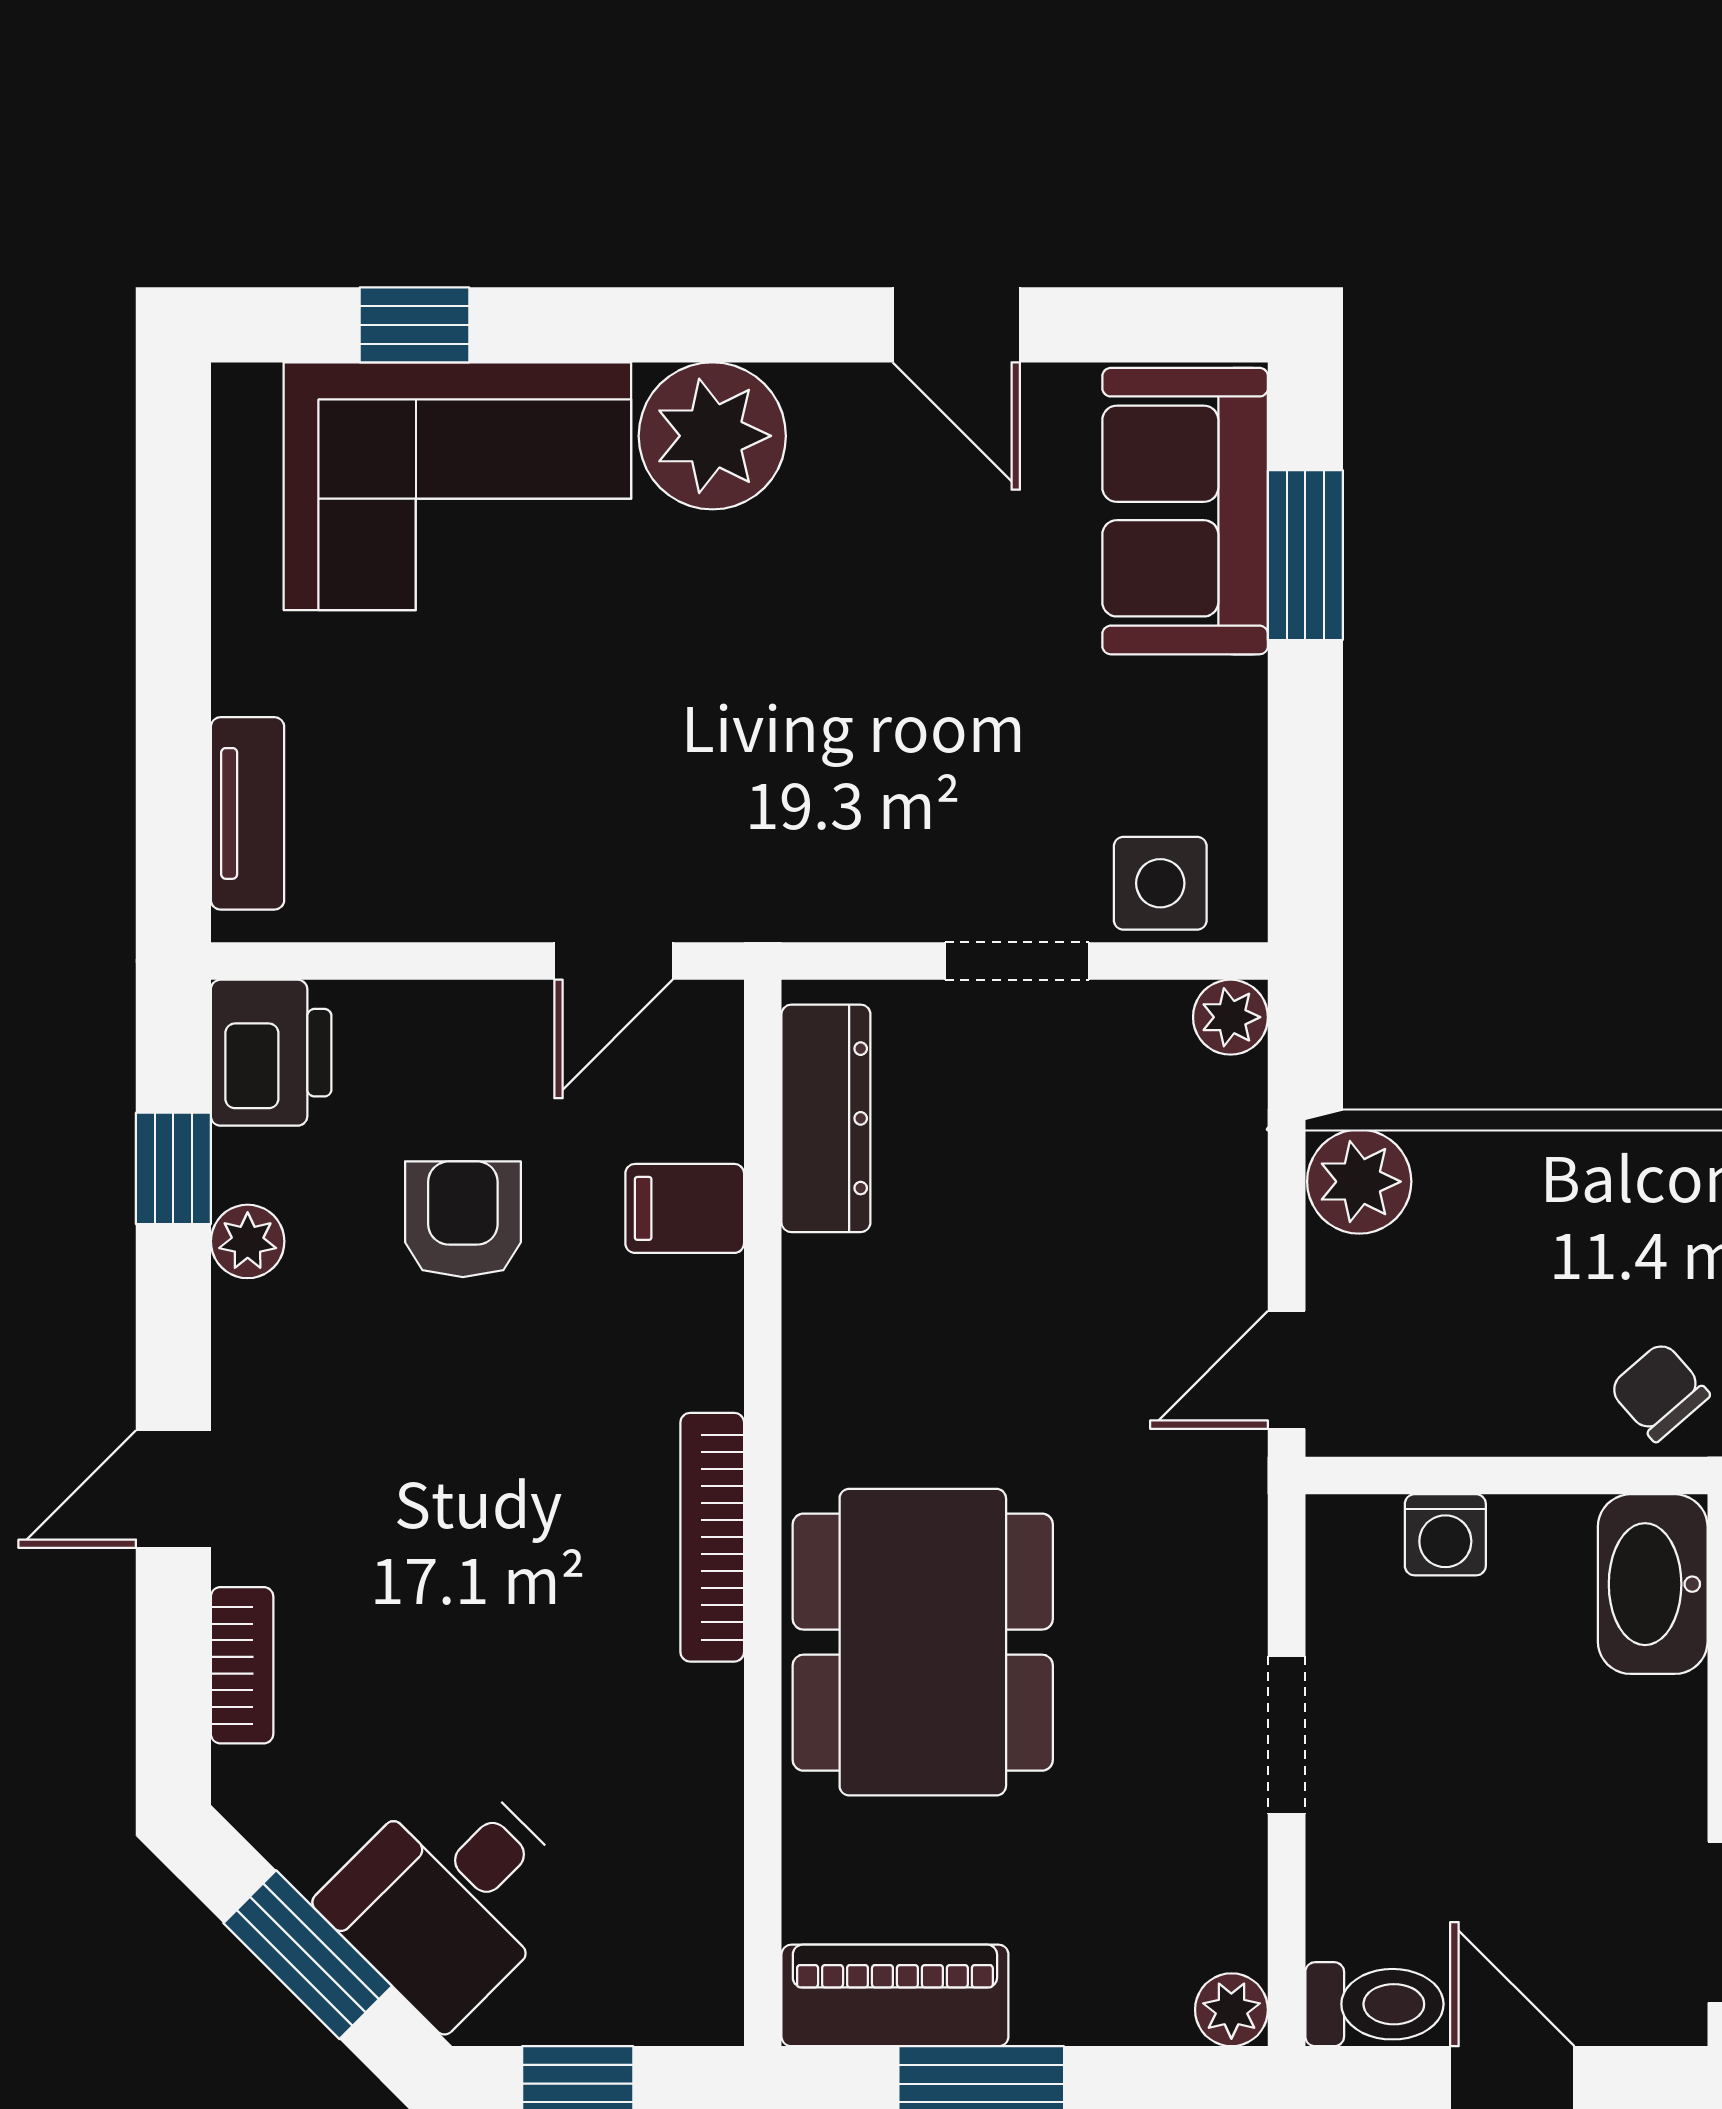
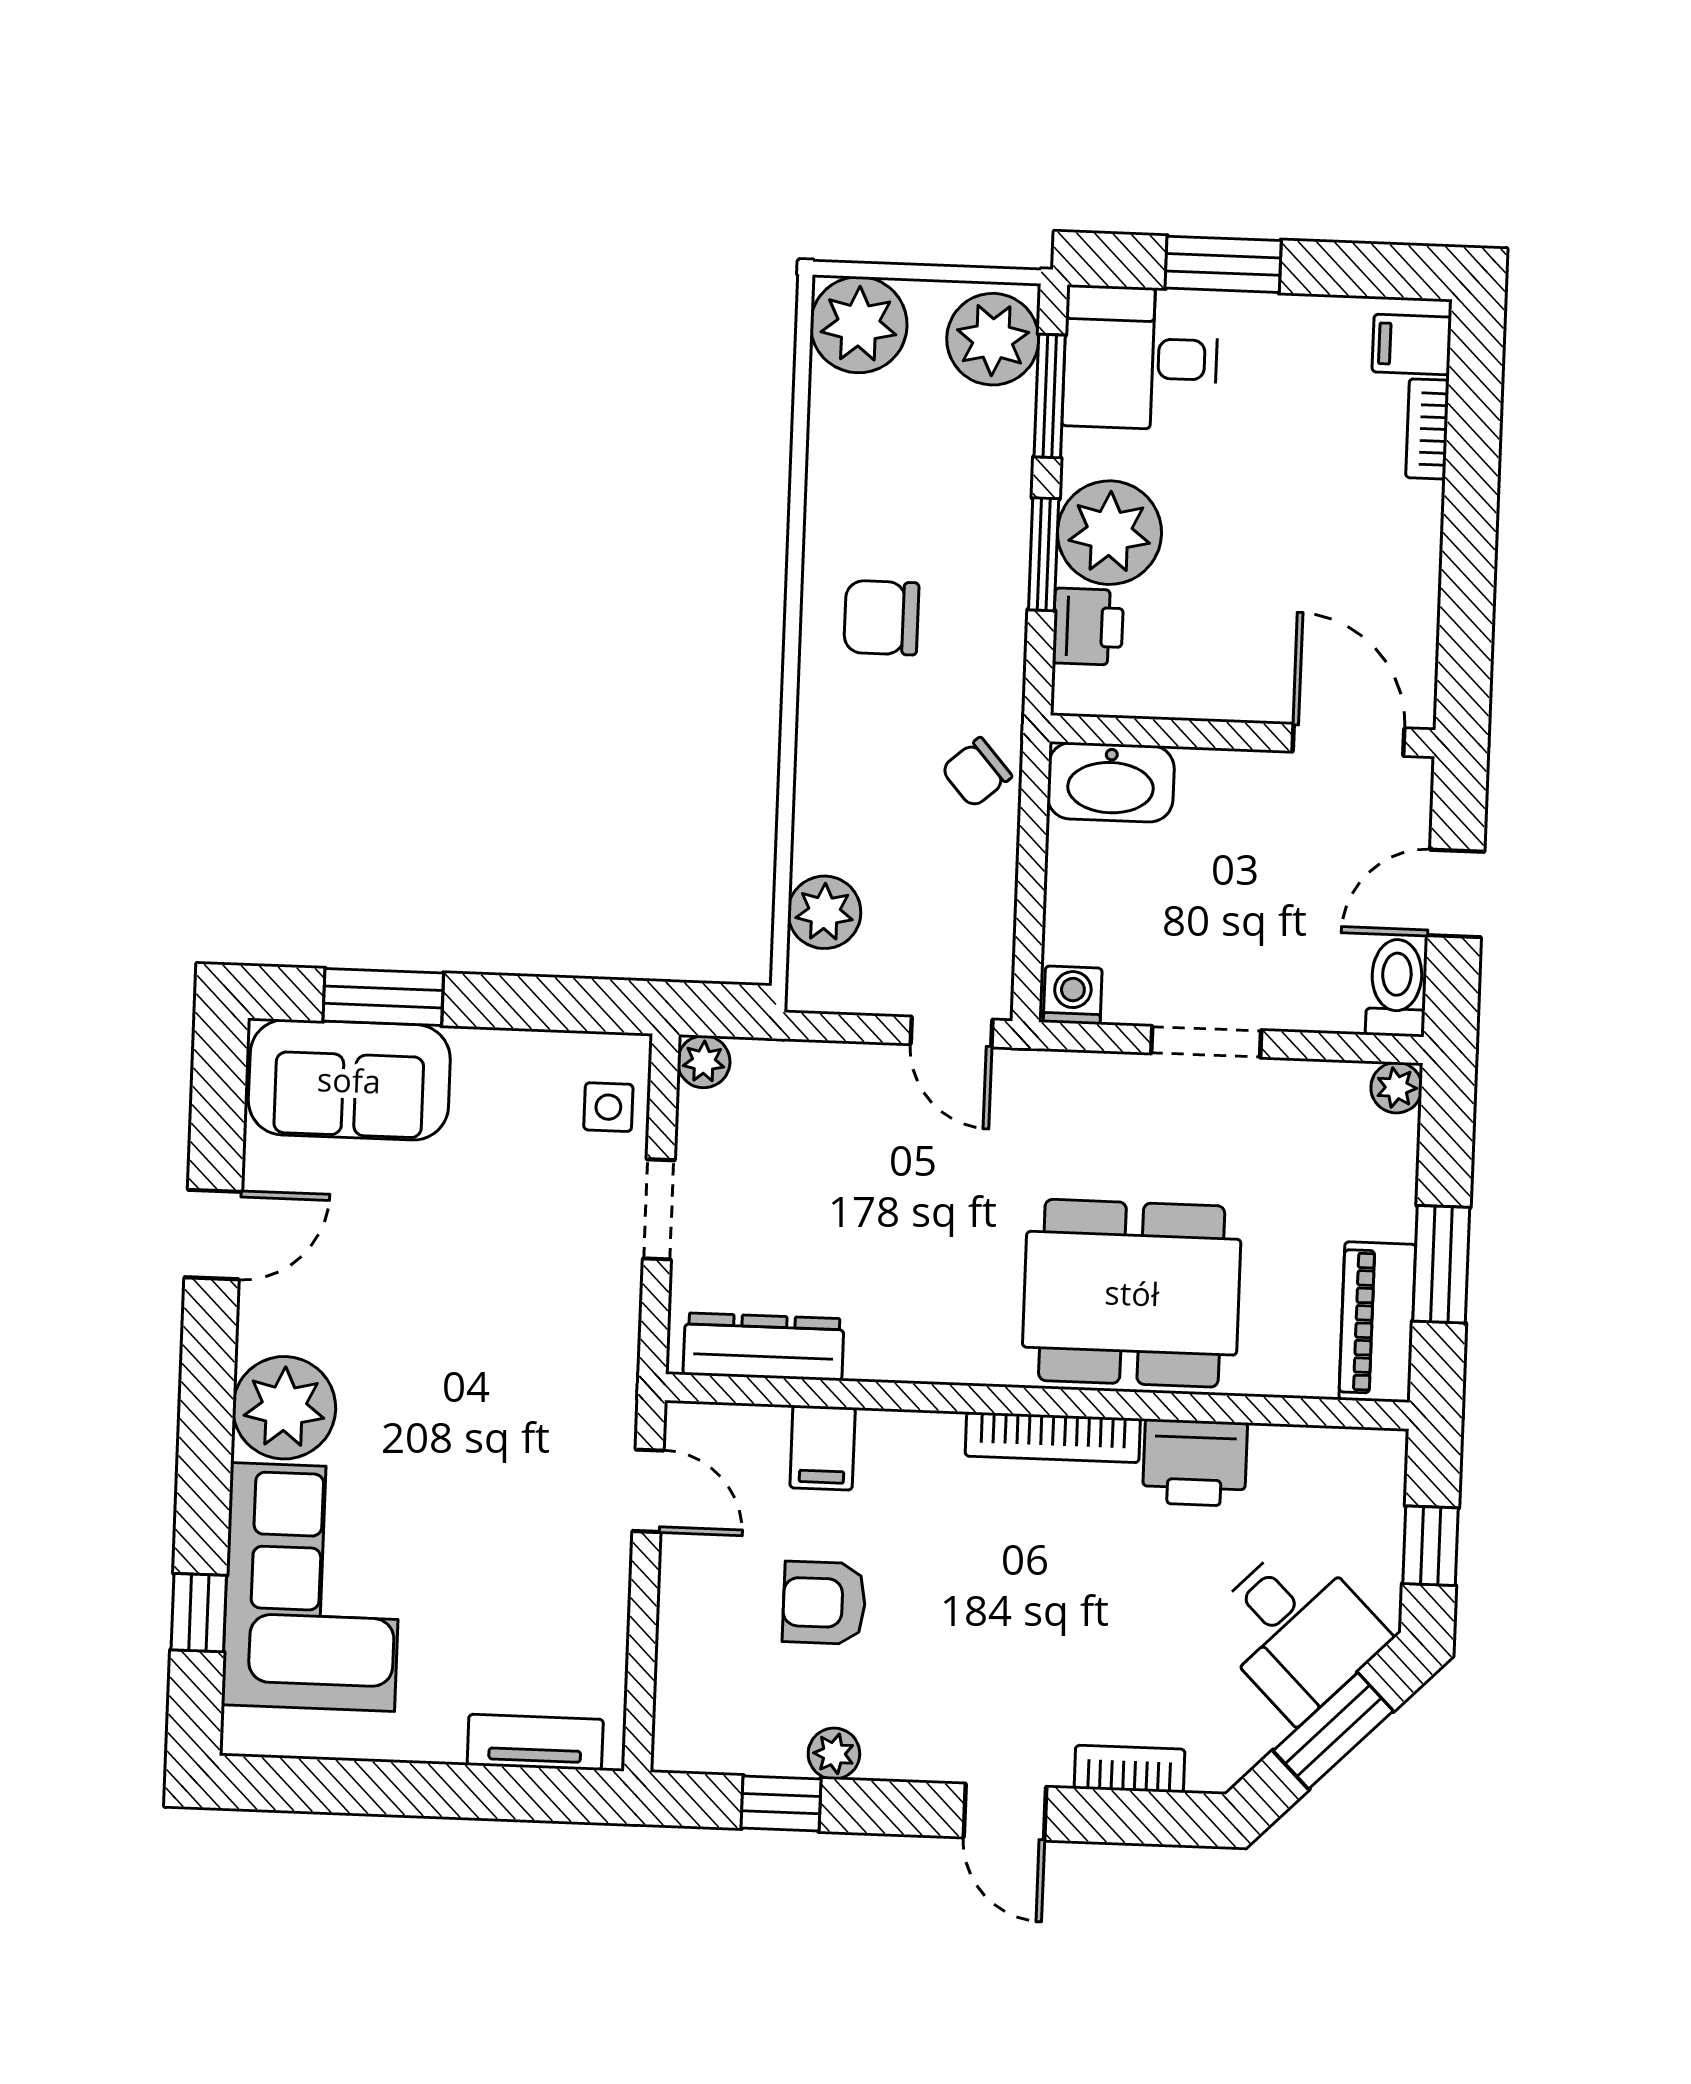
side table: (1160, 883) -> (608, 1107), width x0.73, depth x0.73
printer: (271, 1053) -> (1195, 1463), moved, turned 180
plant: (1359, 1182) -> (824, 912), moved
washing machine: (1445, 1535) -> (1073, 995), moved, turned -90

